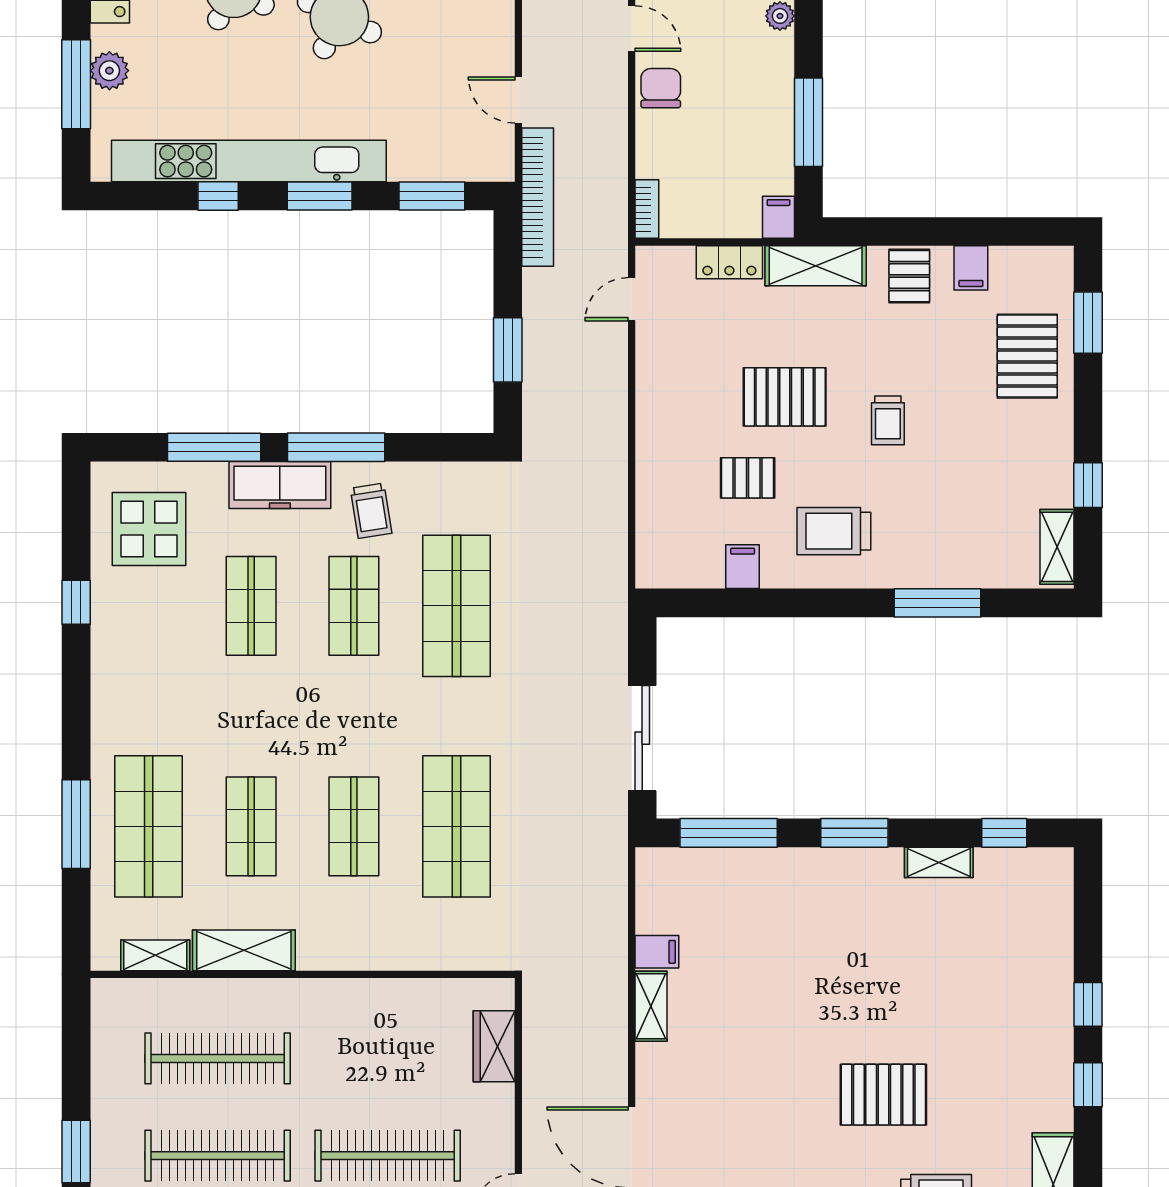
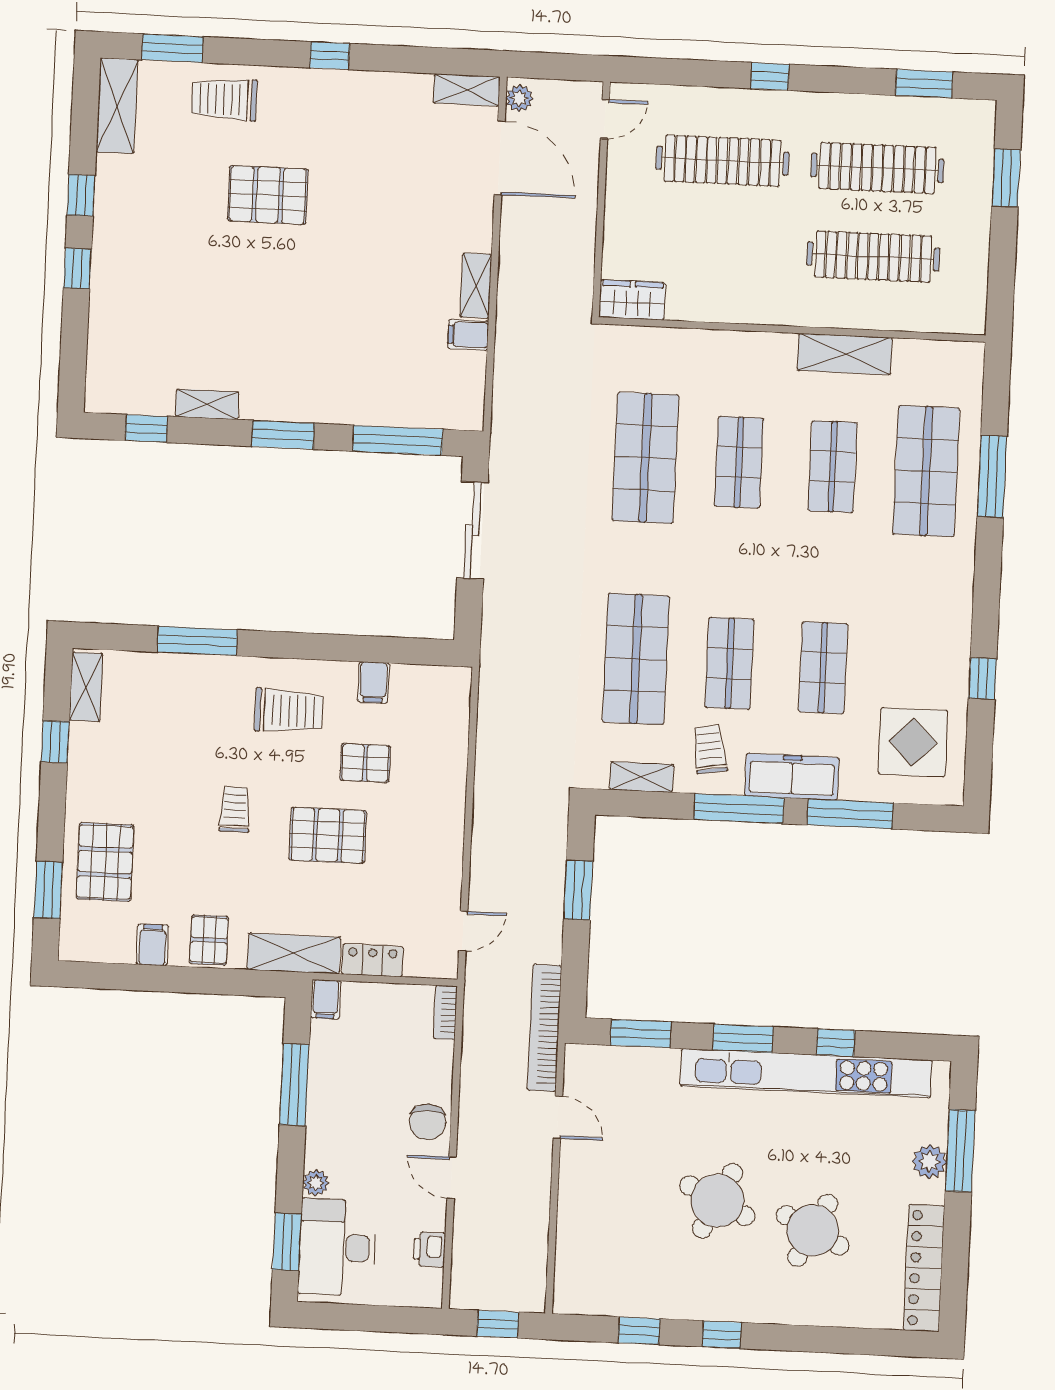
shelving: (155, 955) -> (642, 777), moved
wardrobe: (494, 1046) -> (632, 300), moved, turned -90

